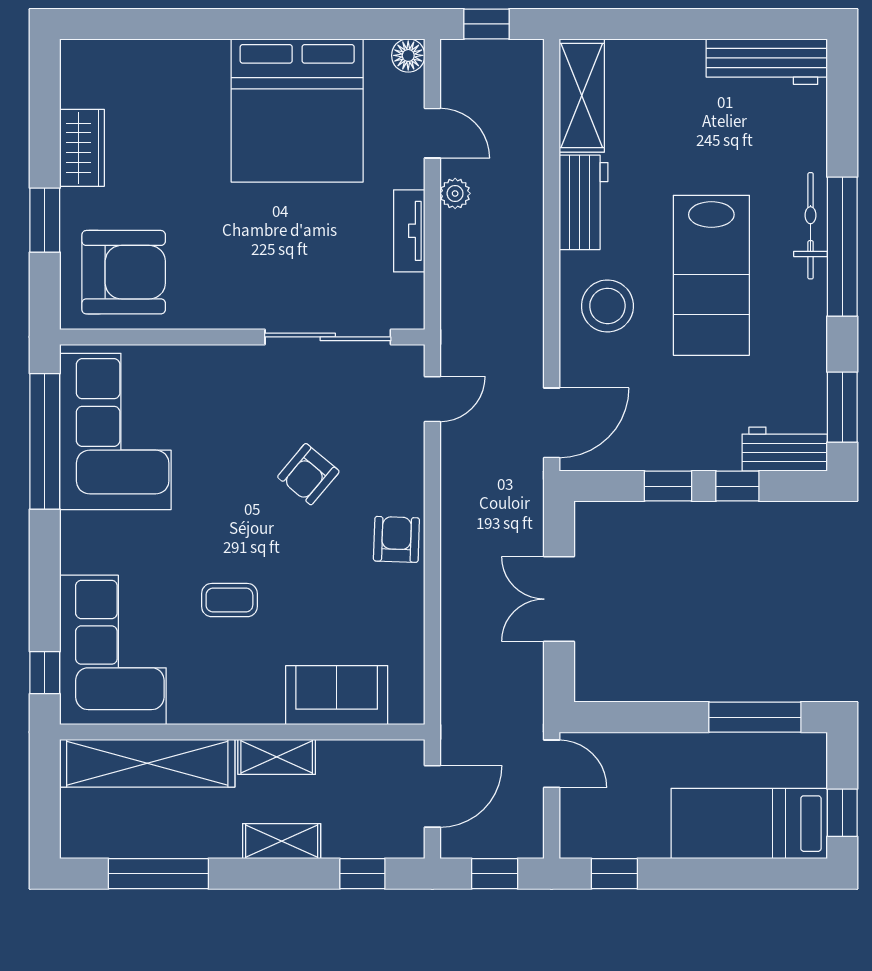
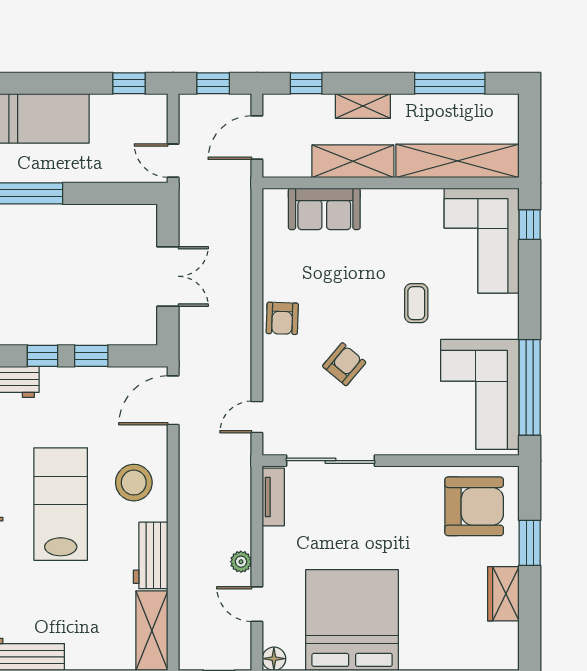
tv unit: (409, 231) -> (273, 497), moved
armchair: (124, 272) -> (474, 506), turned 180
coffee table: (229, 600) -> (416, 303), moved, turned 90
shelving: (277, 757) -> (353, 161), width x1.50, depth x1.33

